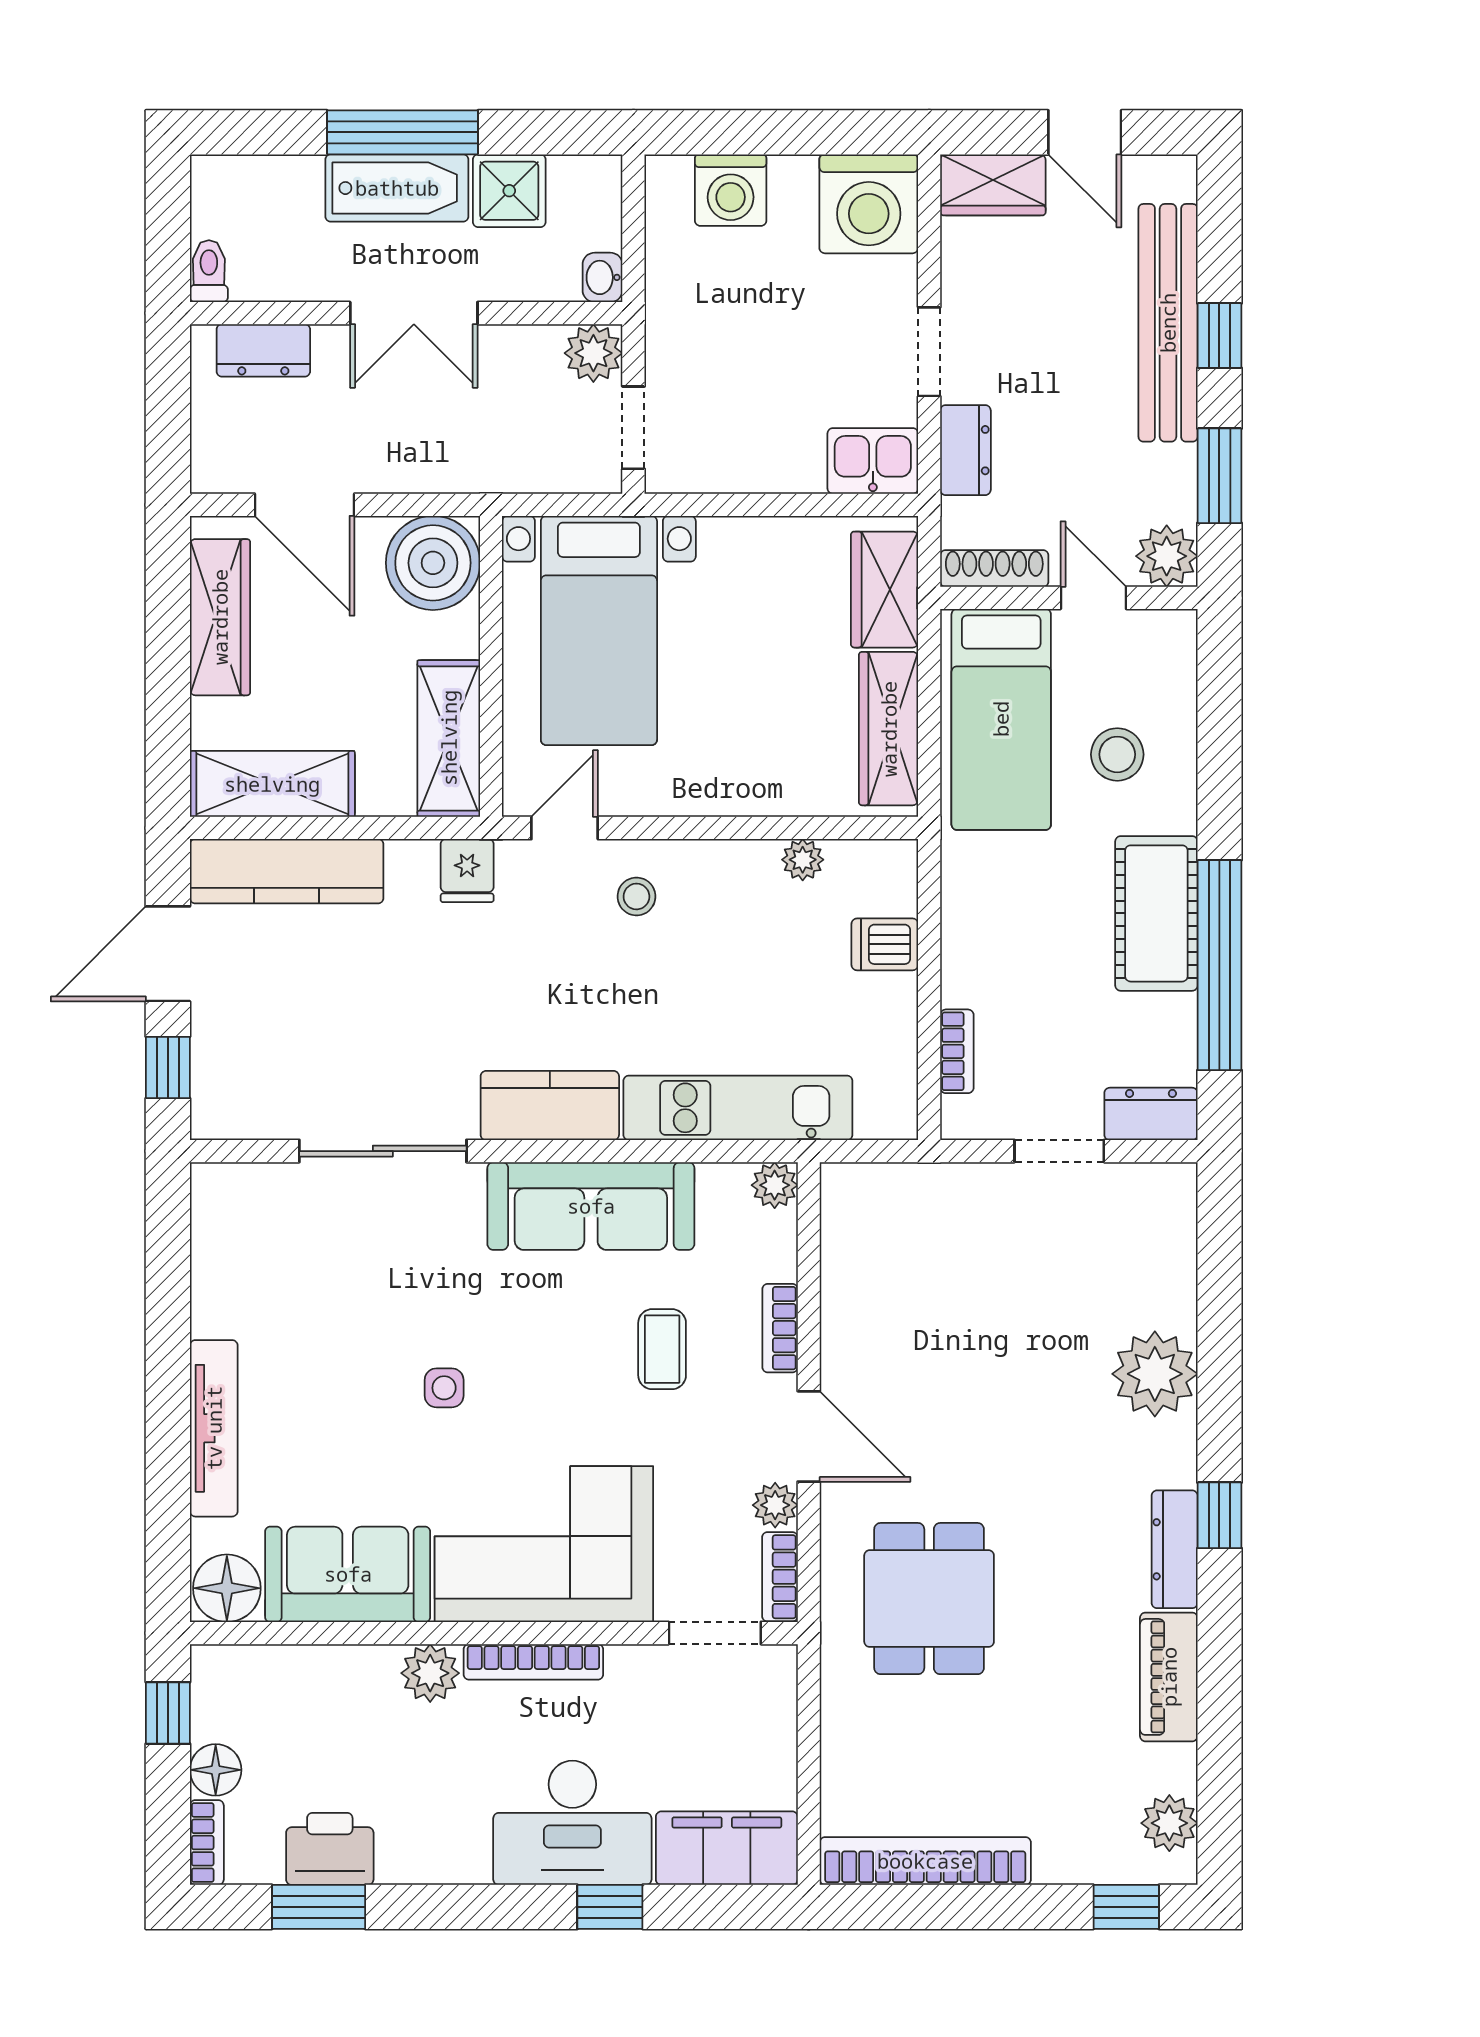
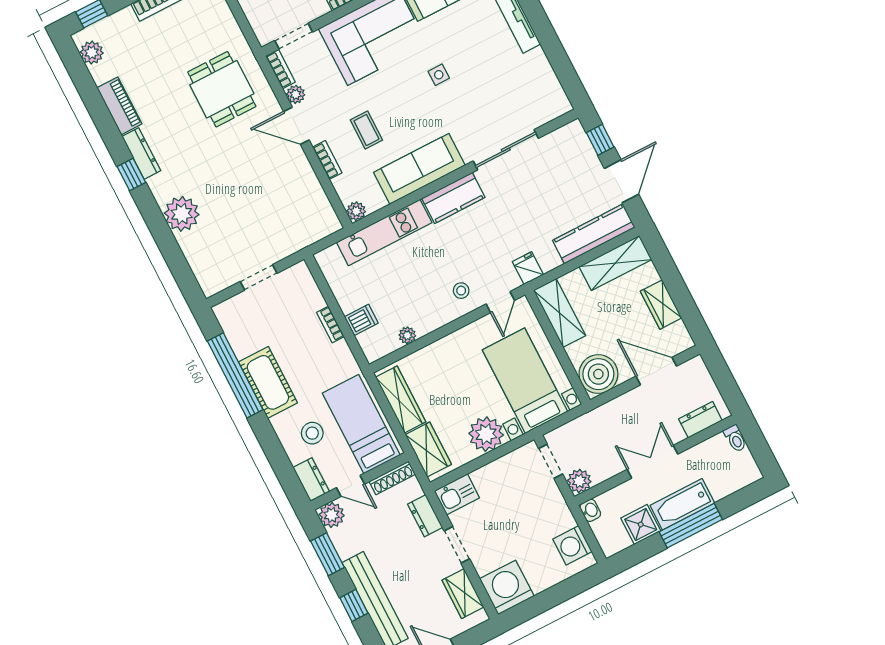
wardrobe: (993, 185) -> (463, 594), moved, turned -90
washing machine: (731, 190) -> (572, 545), moved, turned -90
plant: (743, 558) -> (486, 434), added
wardrobe: (220, 617) -> (661, 305), width x0.67
bookcase: (957, 1051) -> (330, 324), moved
dresser: (1151, 1114) -> (311, 480), moved, turned -90

